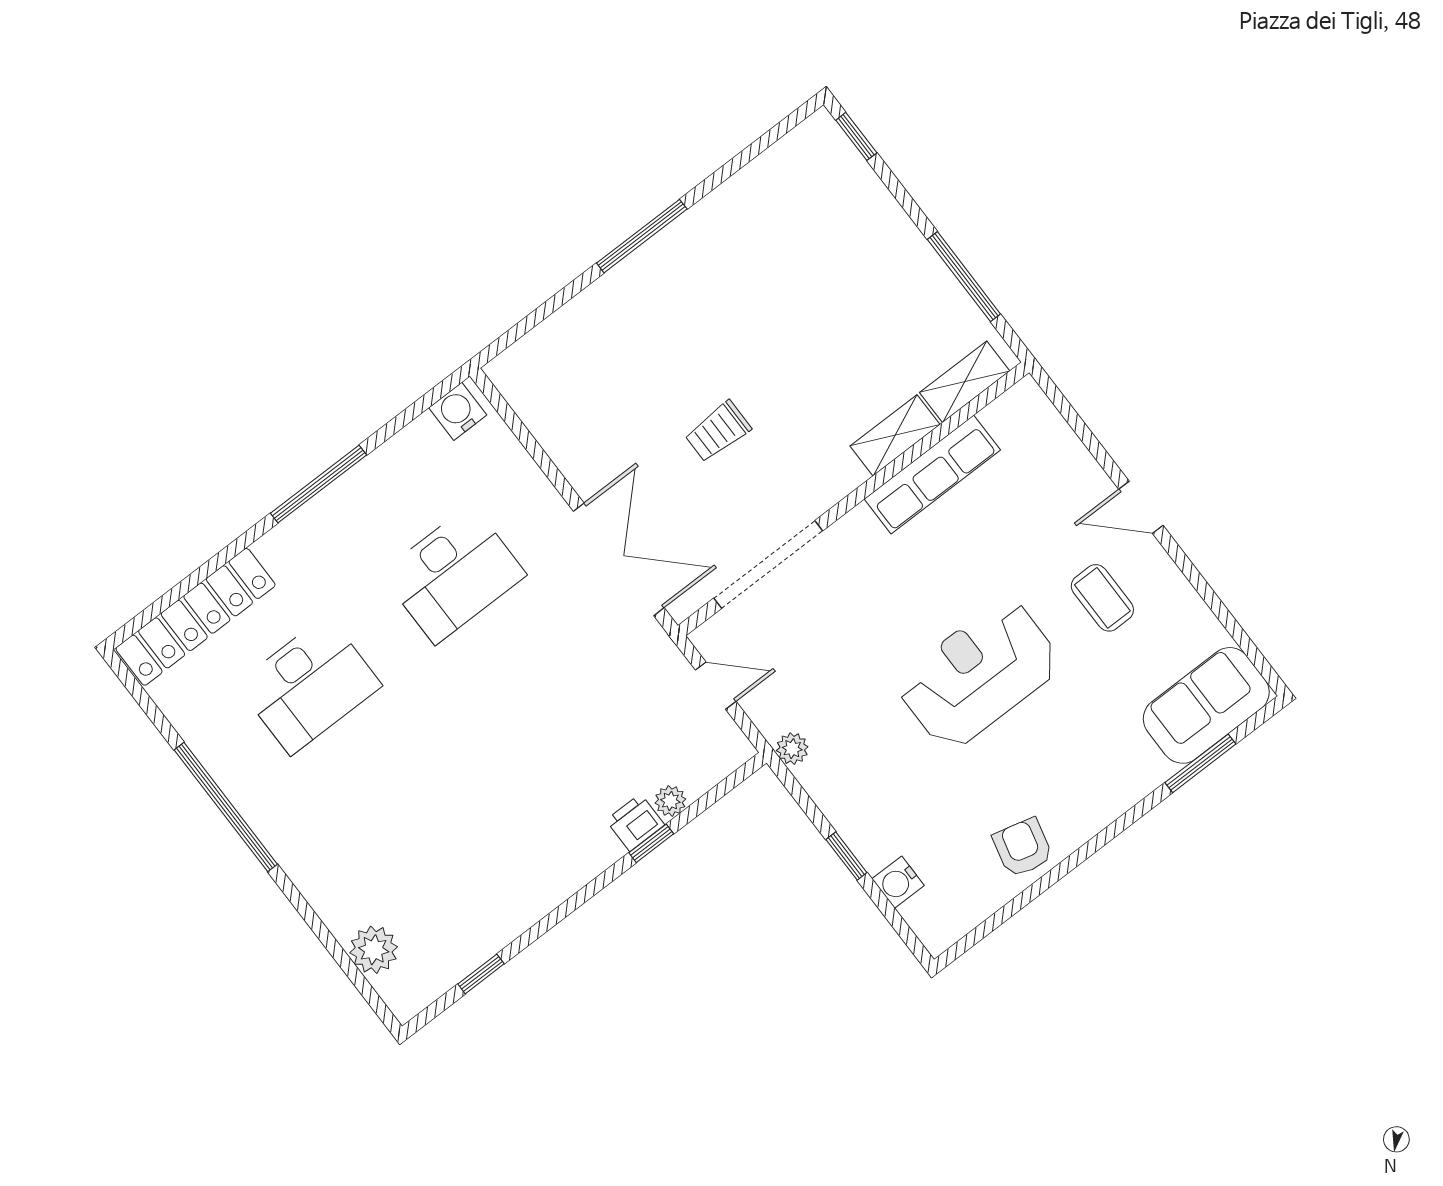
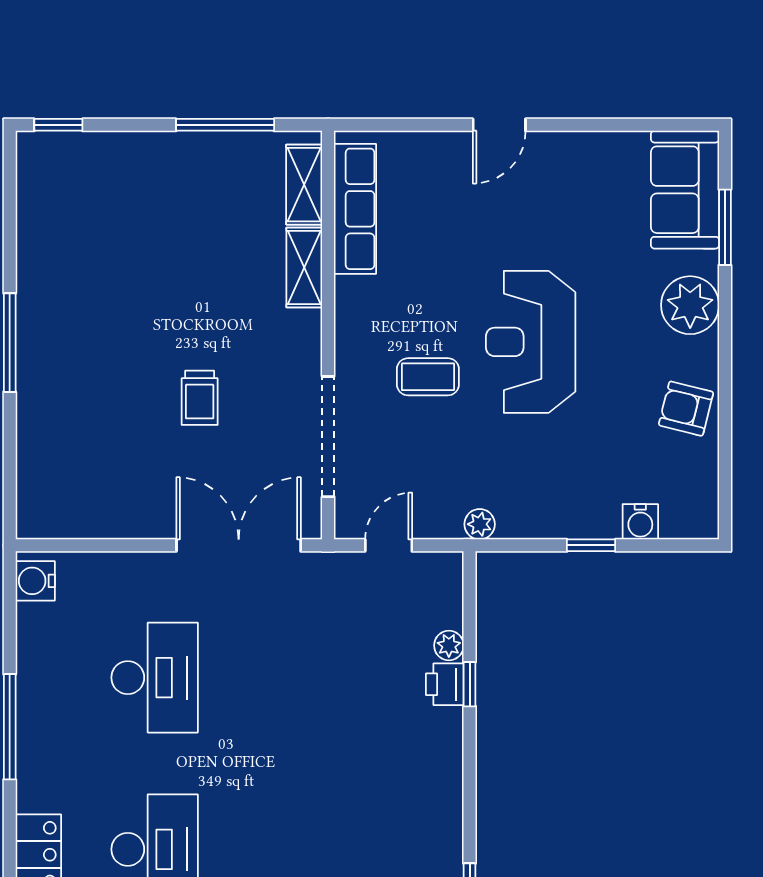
row of seats: (932, 474) -> (355, 209), moved
coffee table: (1102, 598) -> (428, 377), moved
plant: (1112, 784) -> (690, 305), added

